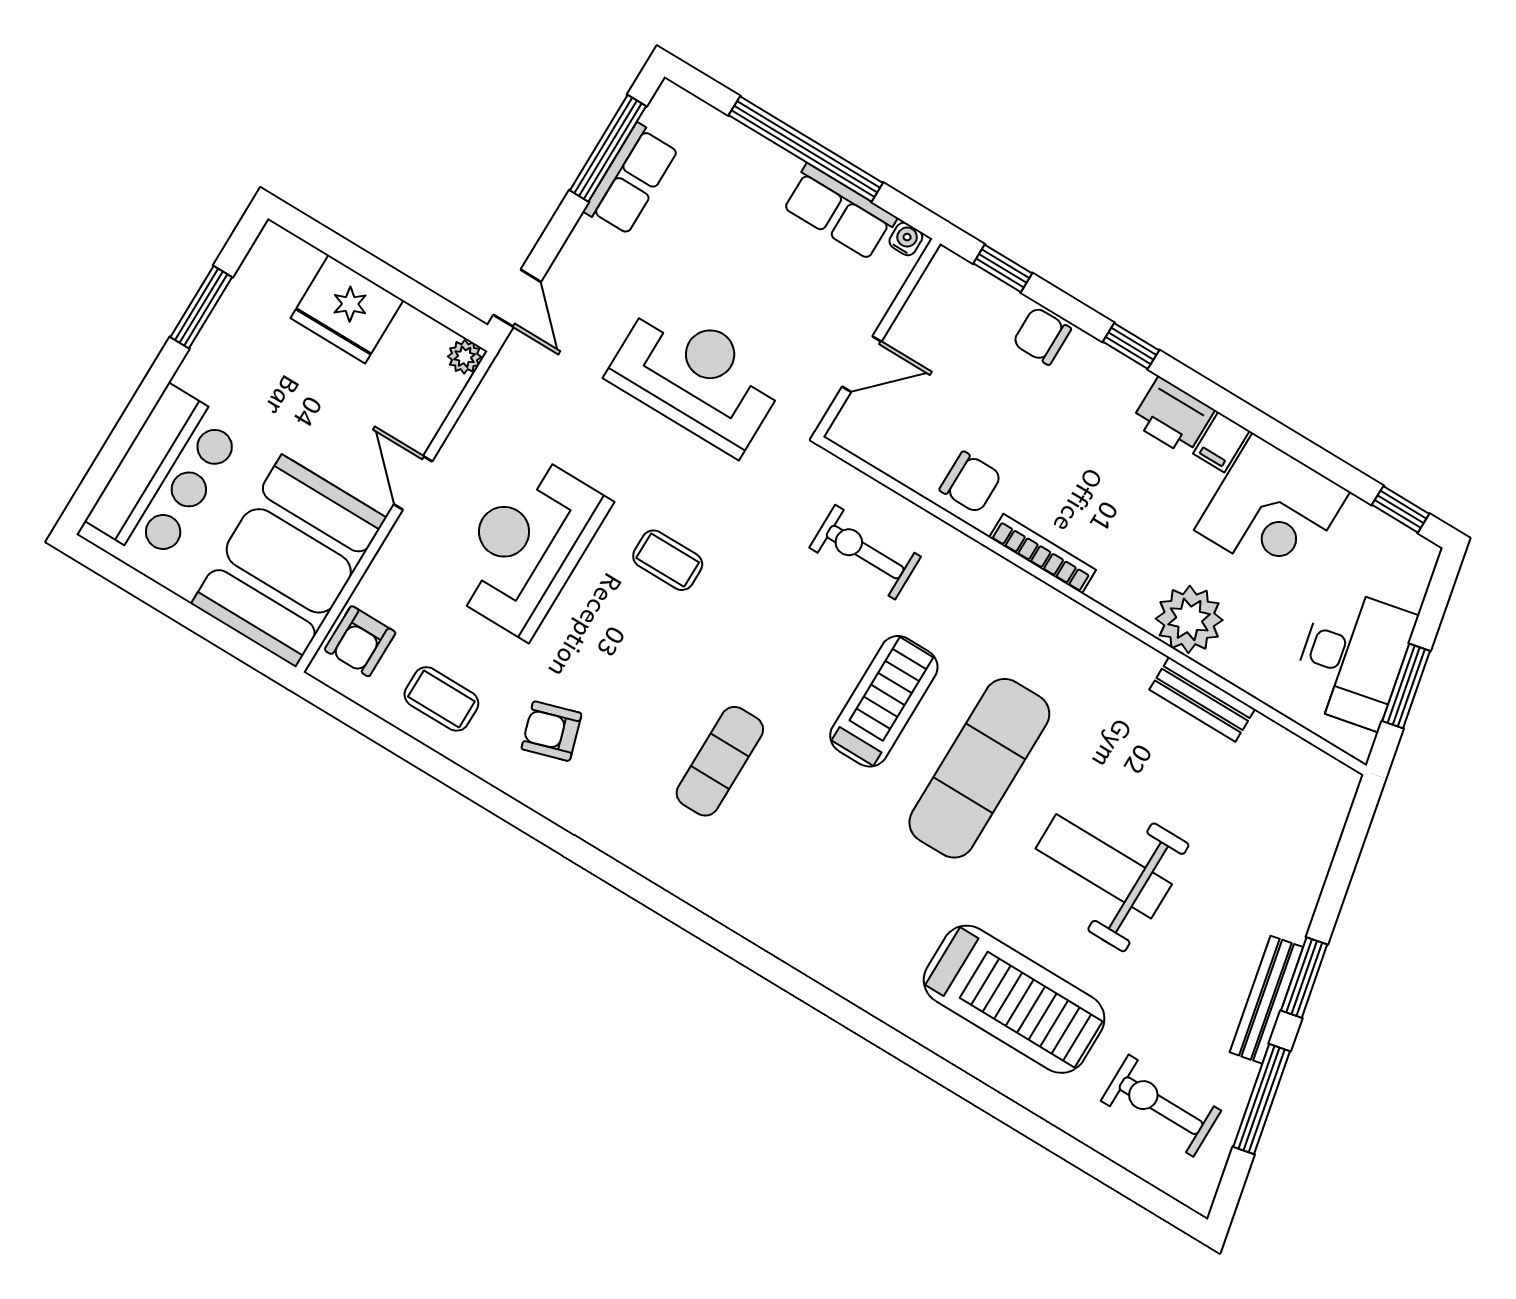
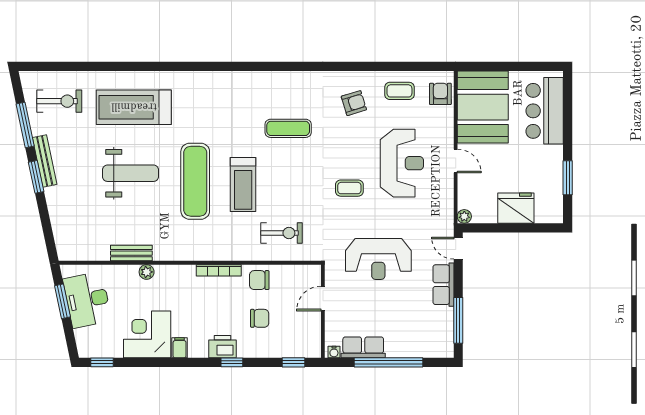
row of seats: (631, 179) -> (443, 285), moved
chair: (1042, 336) -> (260, 318), moved
printer: (1173, 416) -> (223, 347), moved
plant: (1189, 619) -> (147, 272), width x0.53, depth x0.53
exercise mat: (720, 761) -> (288, 128), turned 90

